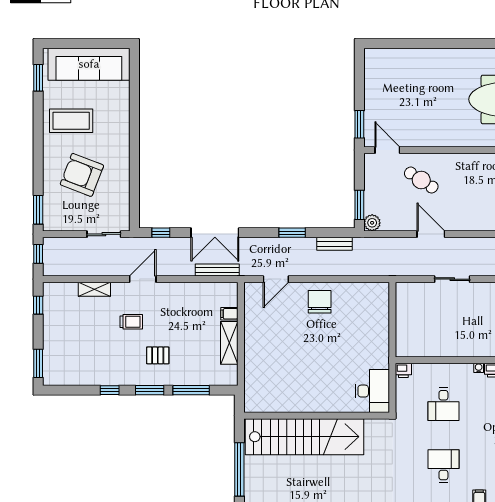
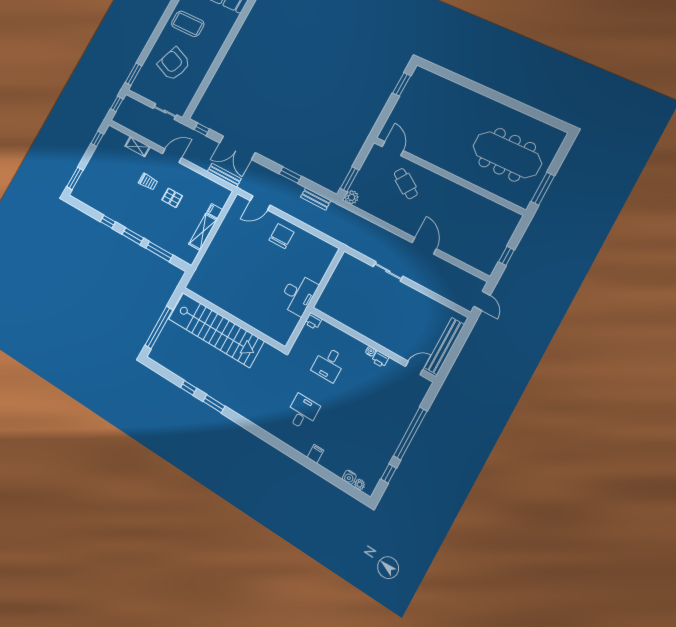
window: (359, 124) -> (402, 84), moved
door: (431, 234) -> (424, 246), moved
pallet: (158, 355) -> (172, 198), moved
desk: (372, 391) -> (298, 294), moved

